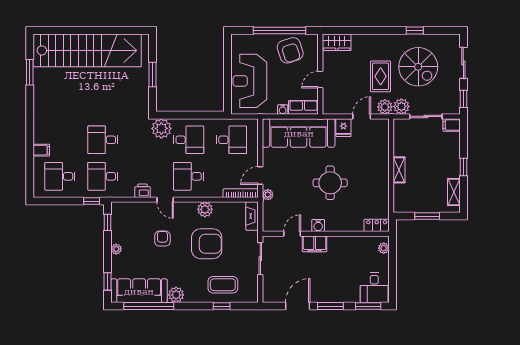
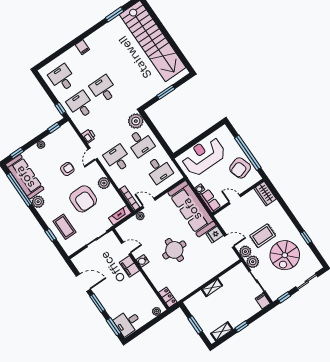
filing cabinet: (41, 150) -> (82, 47), moved

